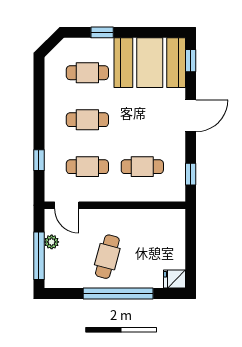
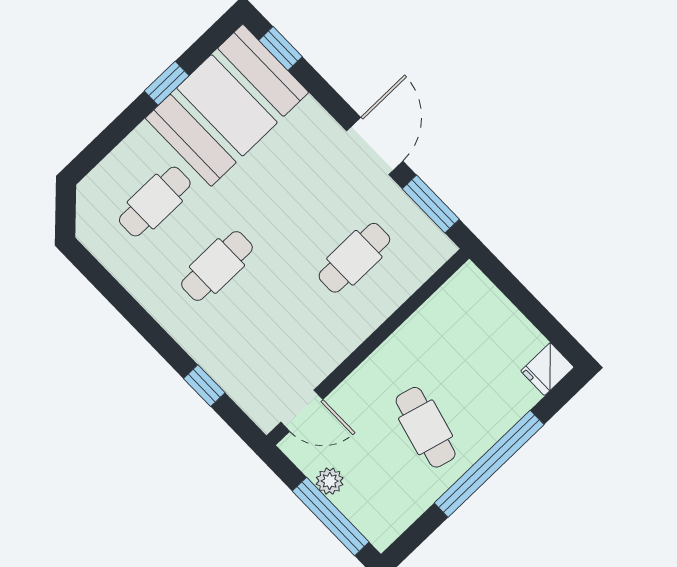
window: (102, 32) -> (167, 83), moved
door: (191, 116) -> (375, 146), moved
cafe table: (87, 167) -> (279, 330), removed
window: (191, 174) -> (431, 204), width x1.50

